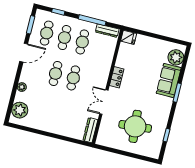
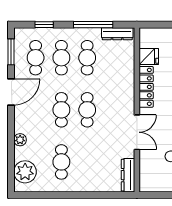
fridge: (129, 37) -> (149, 56), moved
locker: (117, 77) -> (146, 87), width x1.53
double door: (104, 102) -> (137, 132), swing flipped
cafe table: (47, 109) -> (61, 162), added

